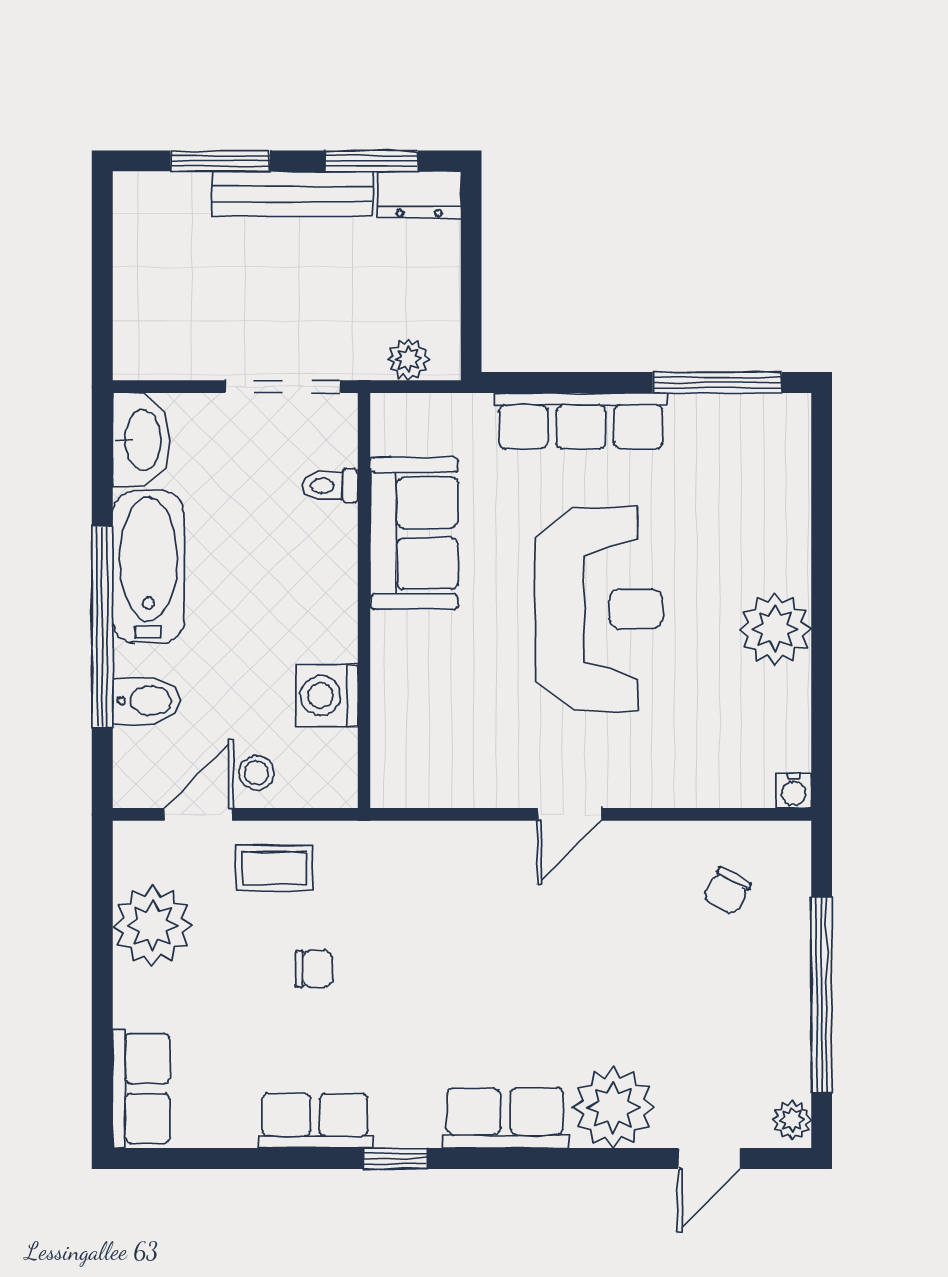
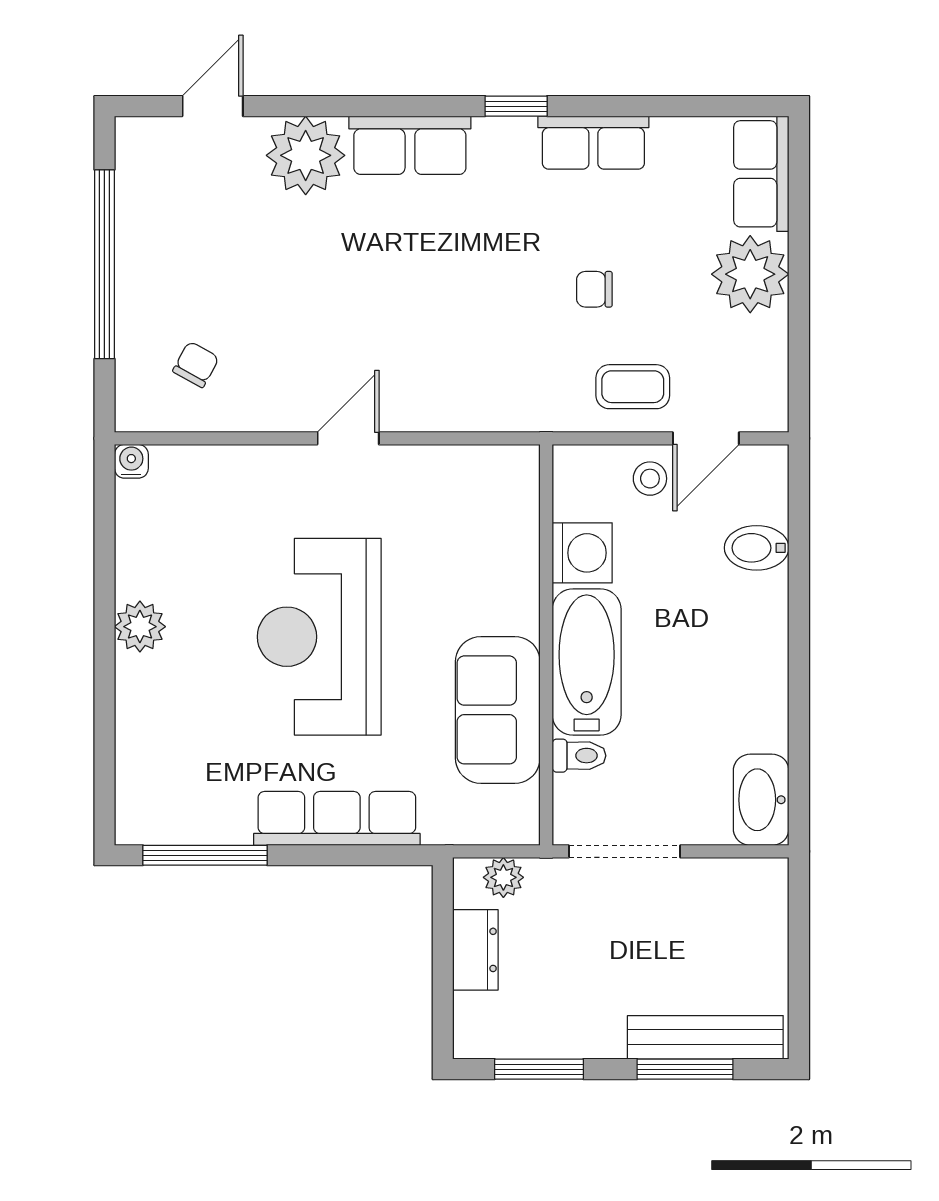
bench: (293, 194) -> (705, 1037), moved
dresser: (419, 195) -> (475, 950), moved, turned 90
bathtub: (148, 567) -> (587, 662), moved, turned 180
window: (102, 627) -> (799, 619), removed
plant: (775, 629) -> (140, 627), width x0.73, depth x0.73
plant: (153, 926) -> (750, 274), moved
plant: (792, 1120) -> (133, 143), removed

